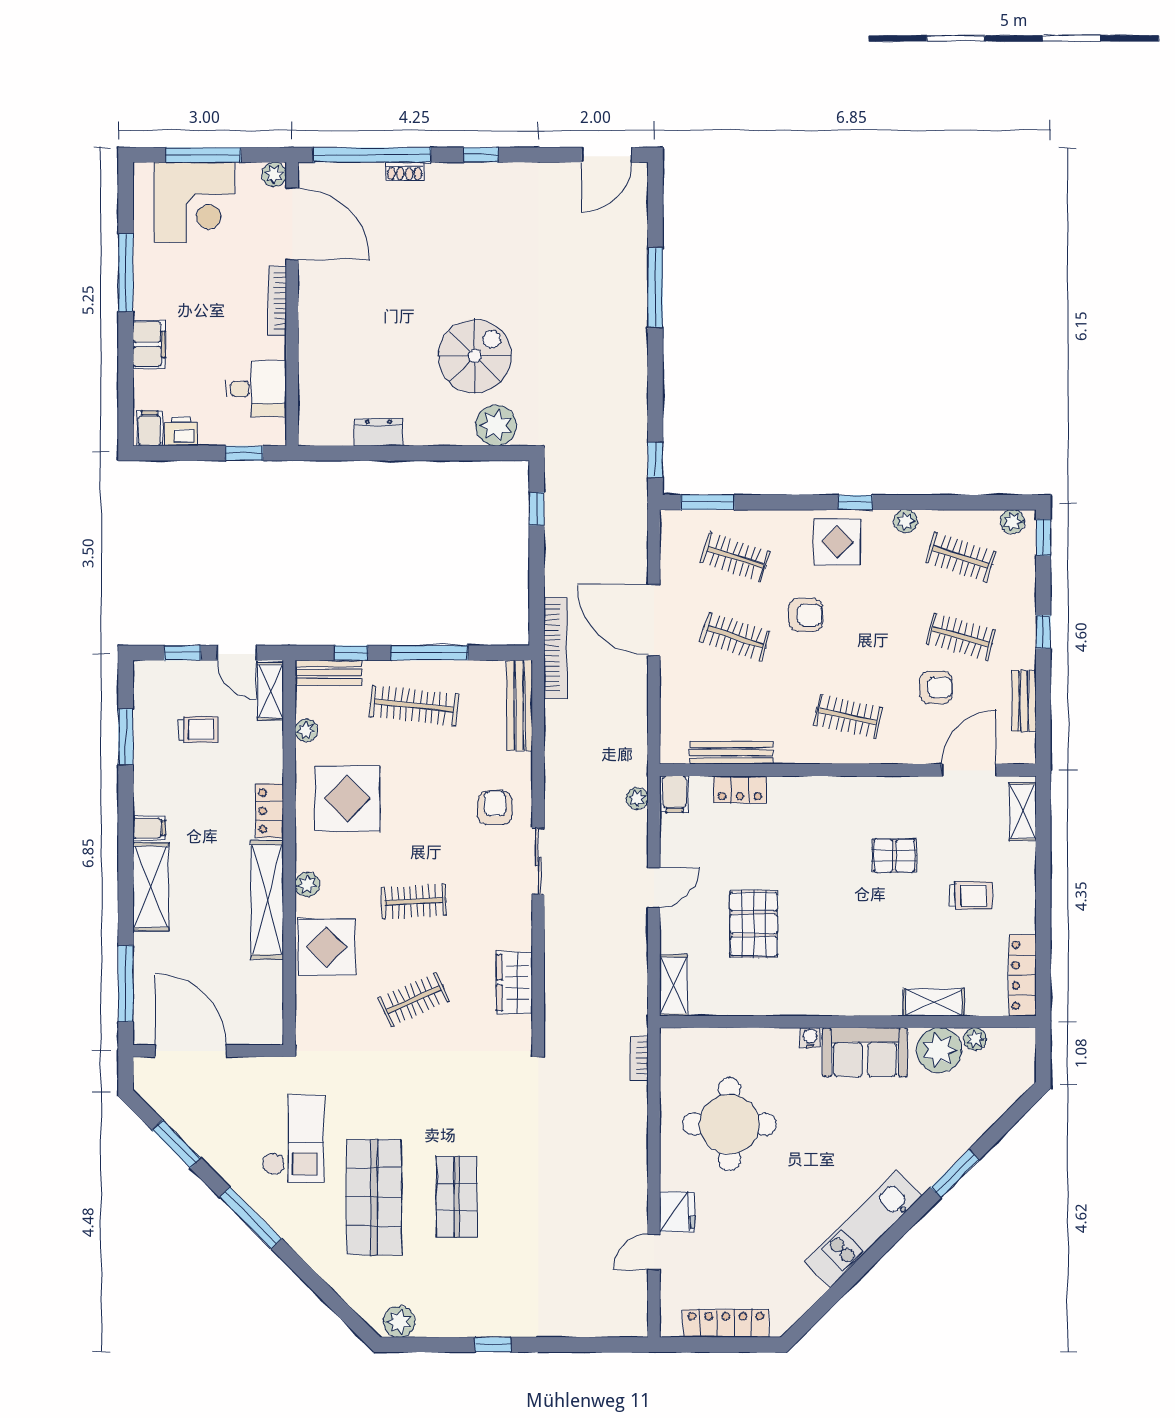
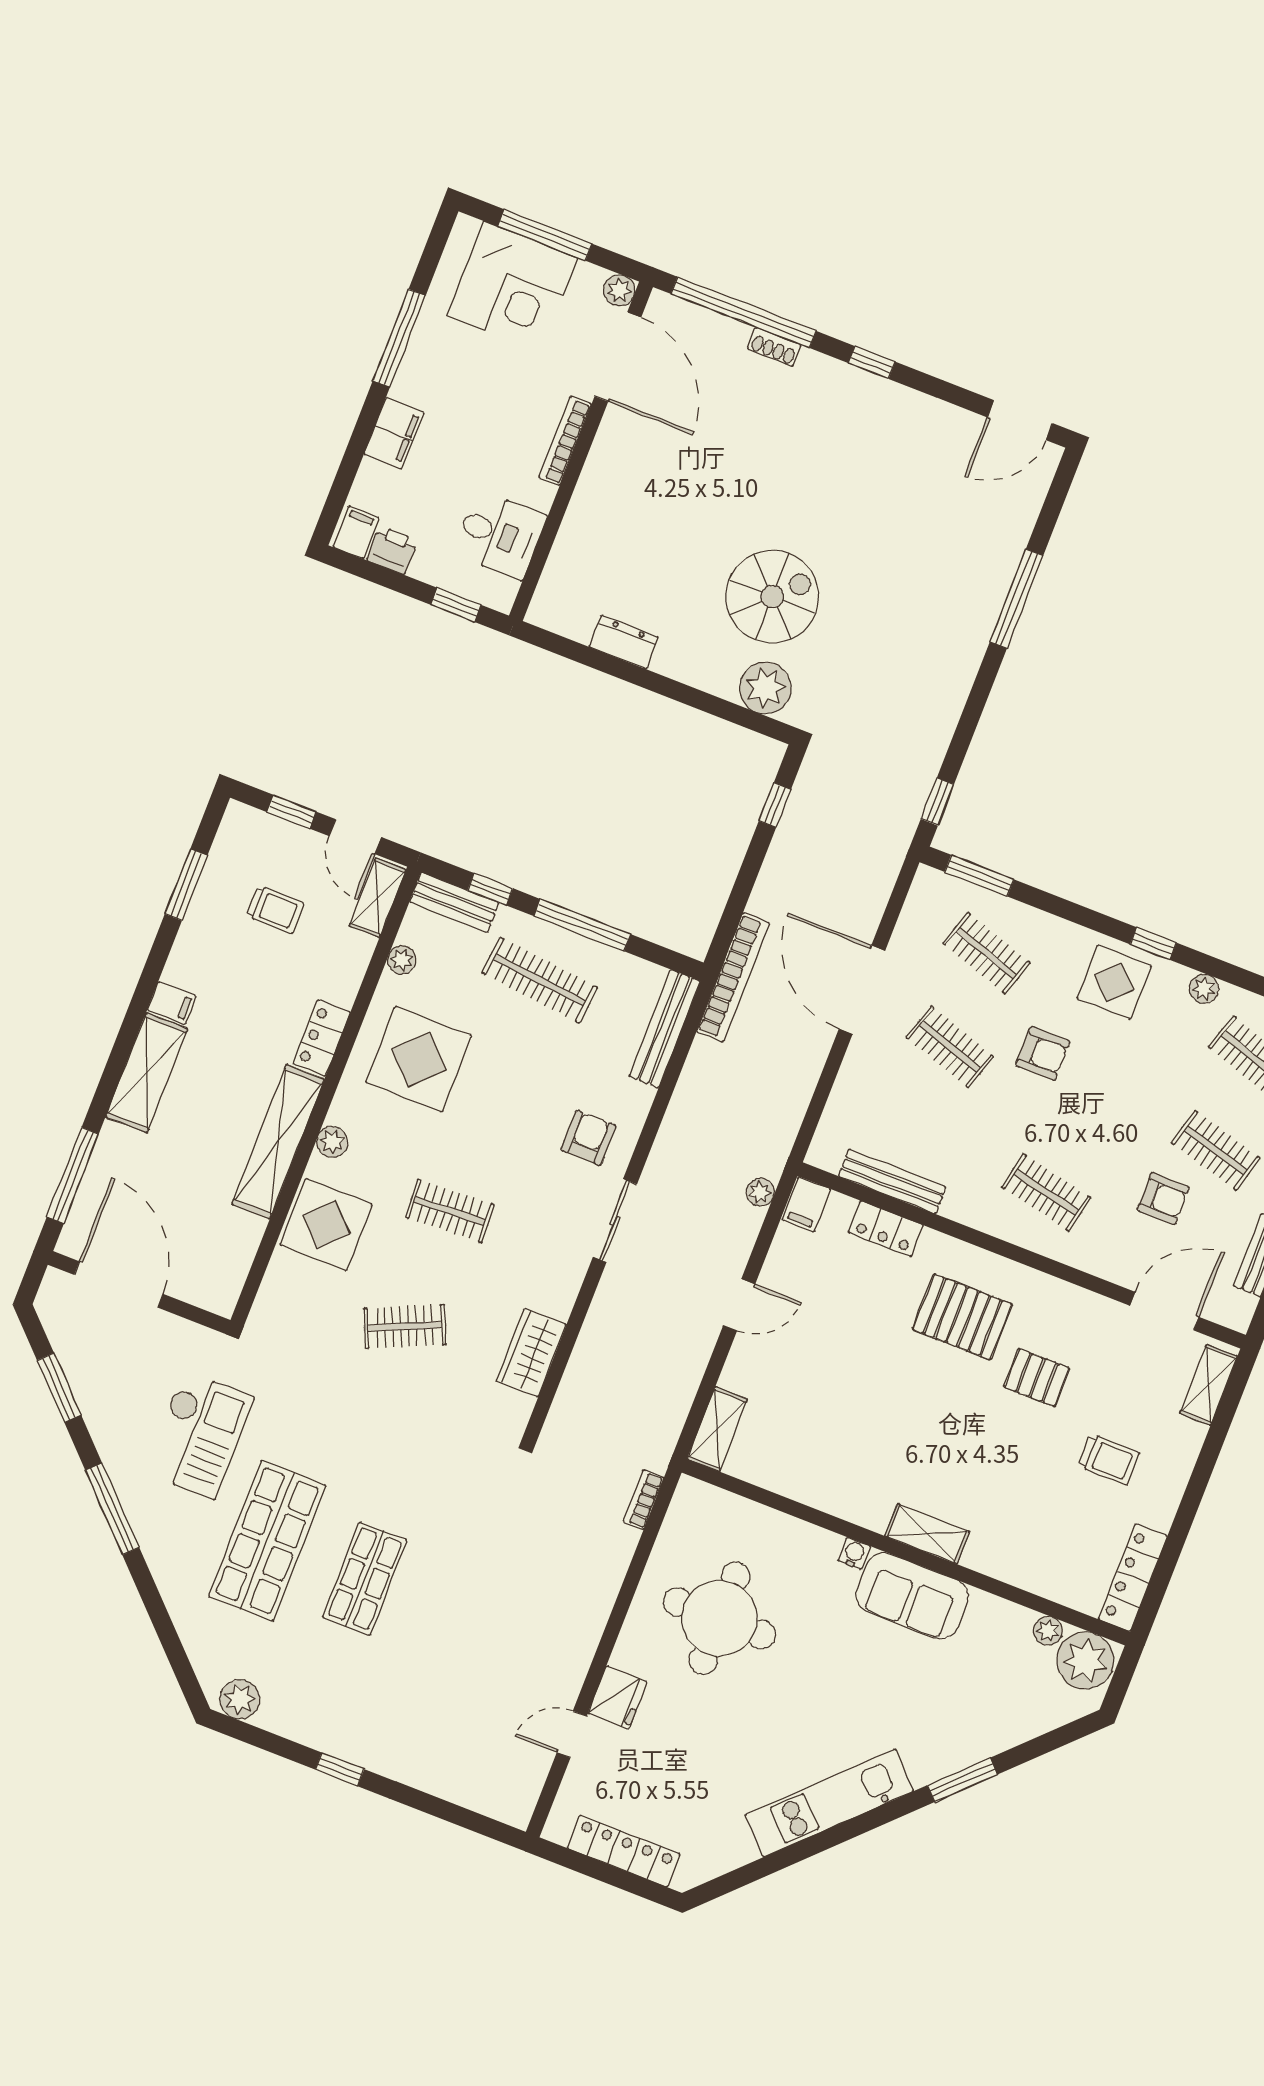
pallet: (754, 924) -> (962, 1317), moved, turned 90
shelving: (934, 1002) -> (927, 1534), moved
plant: (939, 1050) -> (1085, 1661), moved

